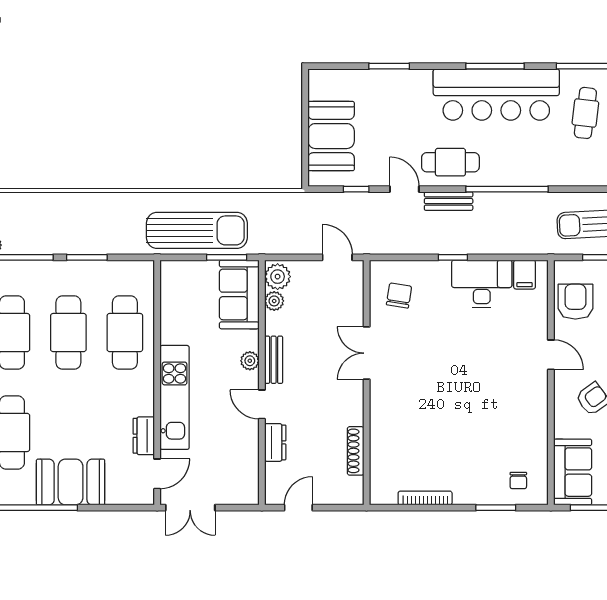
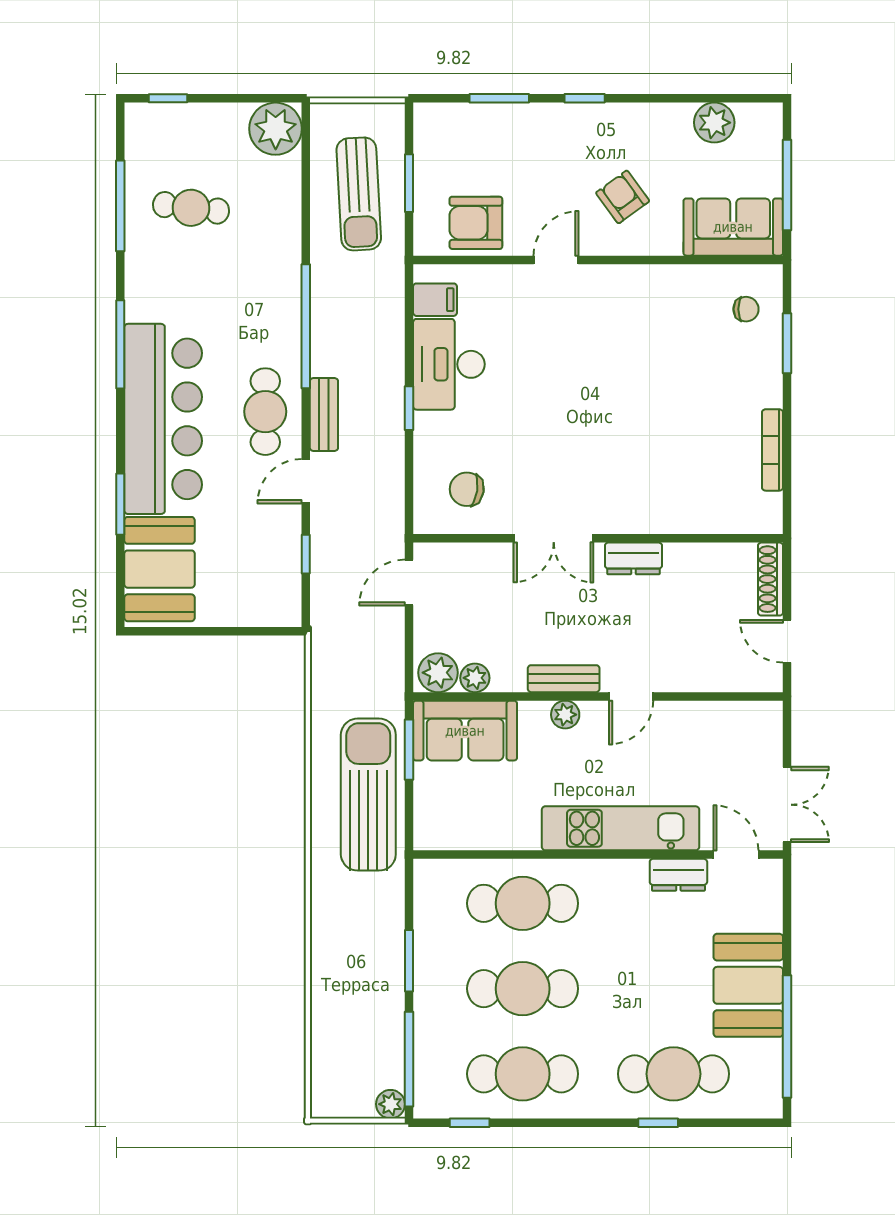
bar counter: (496, 95) -> (163, 419), moved
booth: (331, 136) -> (159, 569), moved, turned 90
dresser: (275, 442) -> (633, 558), moved, turned 180
shoe rack: (356, 451) -> (771, 579), moved, turned 90

